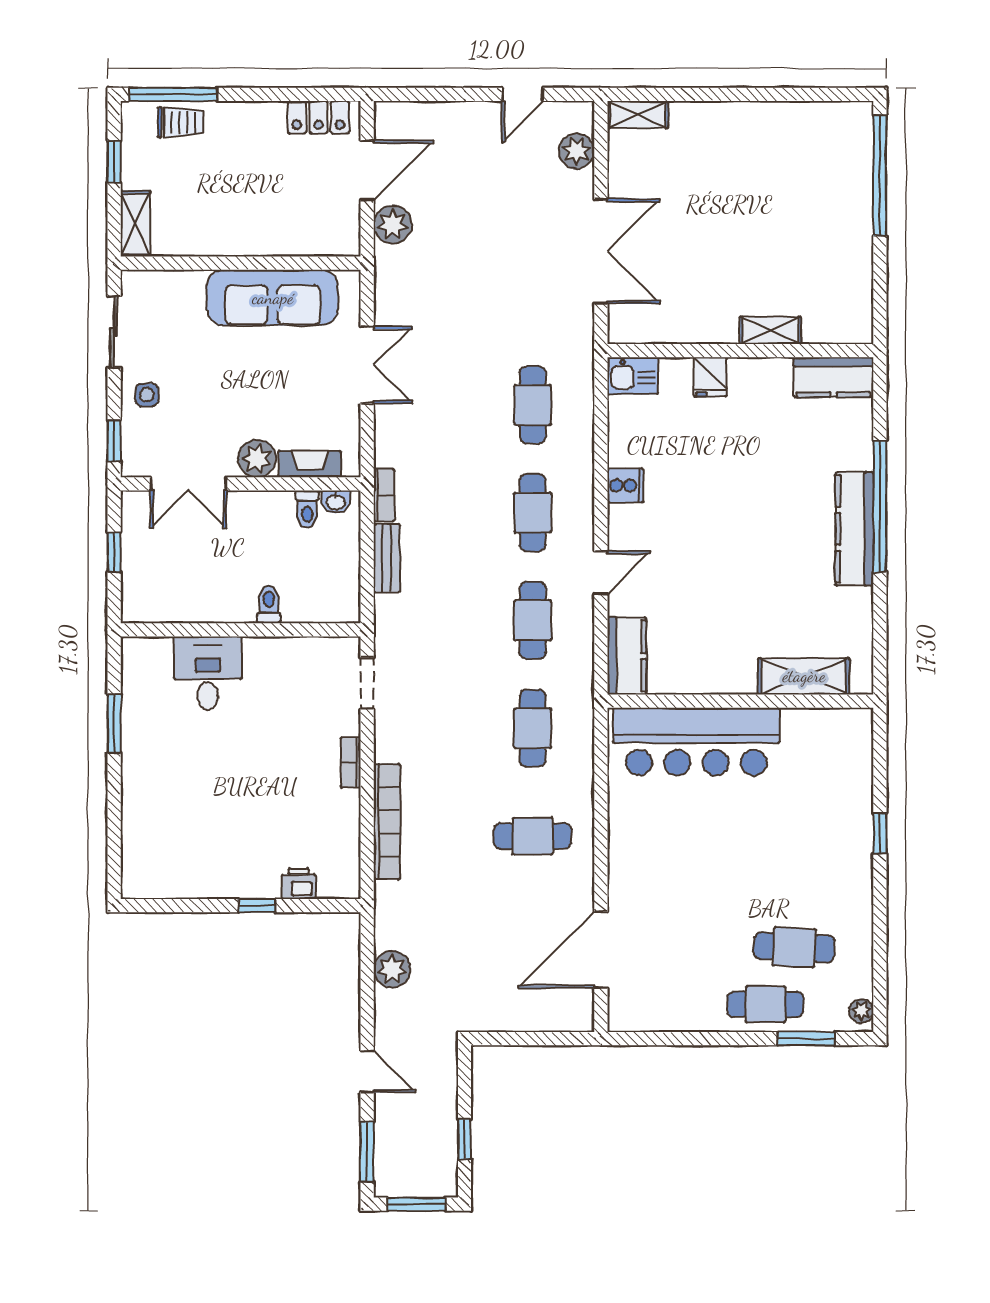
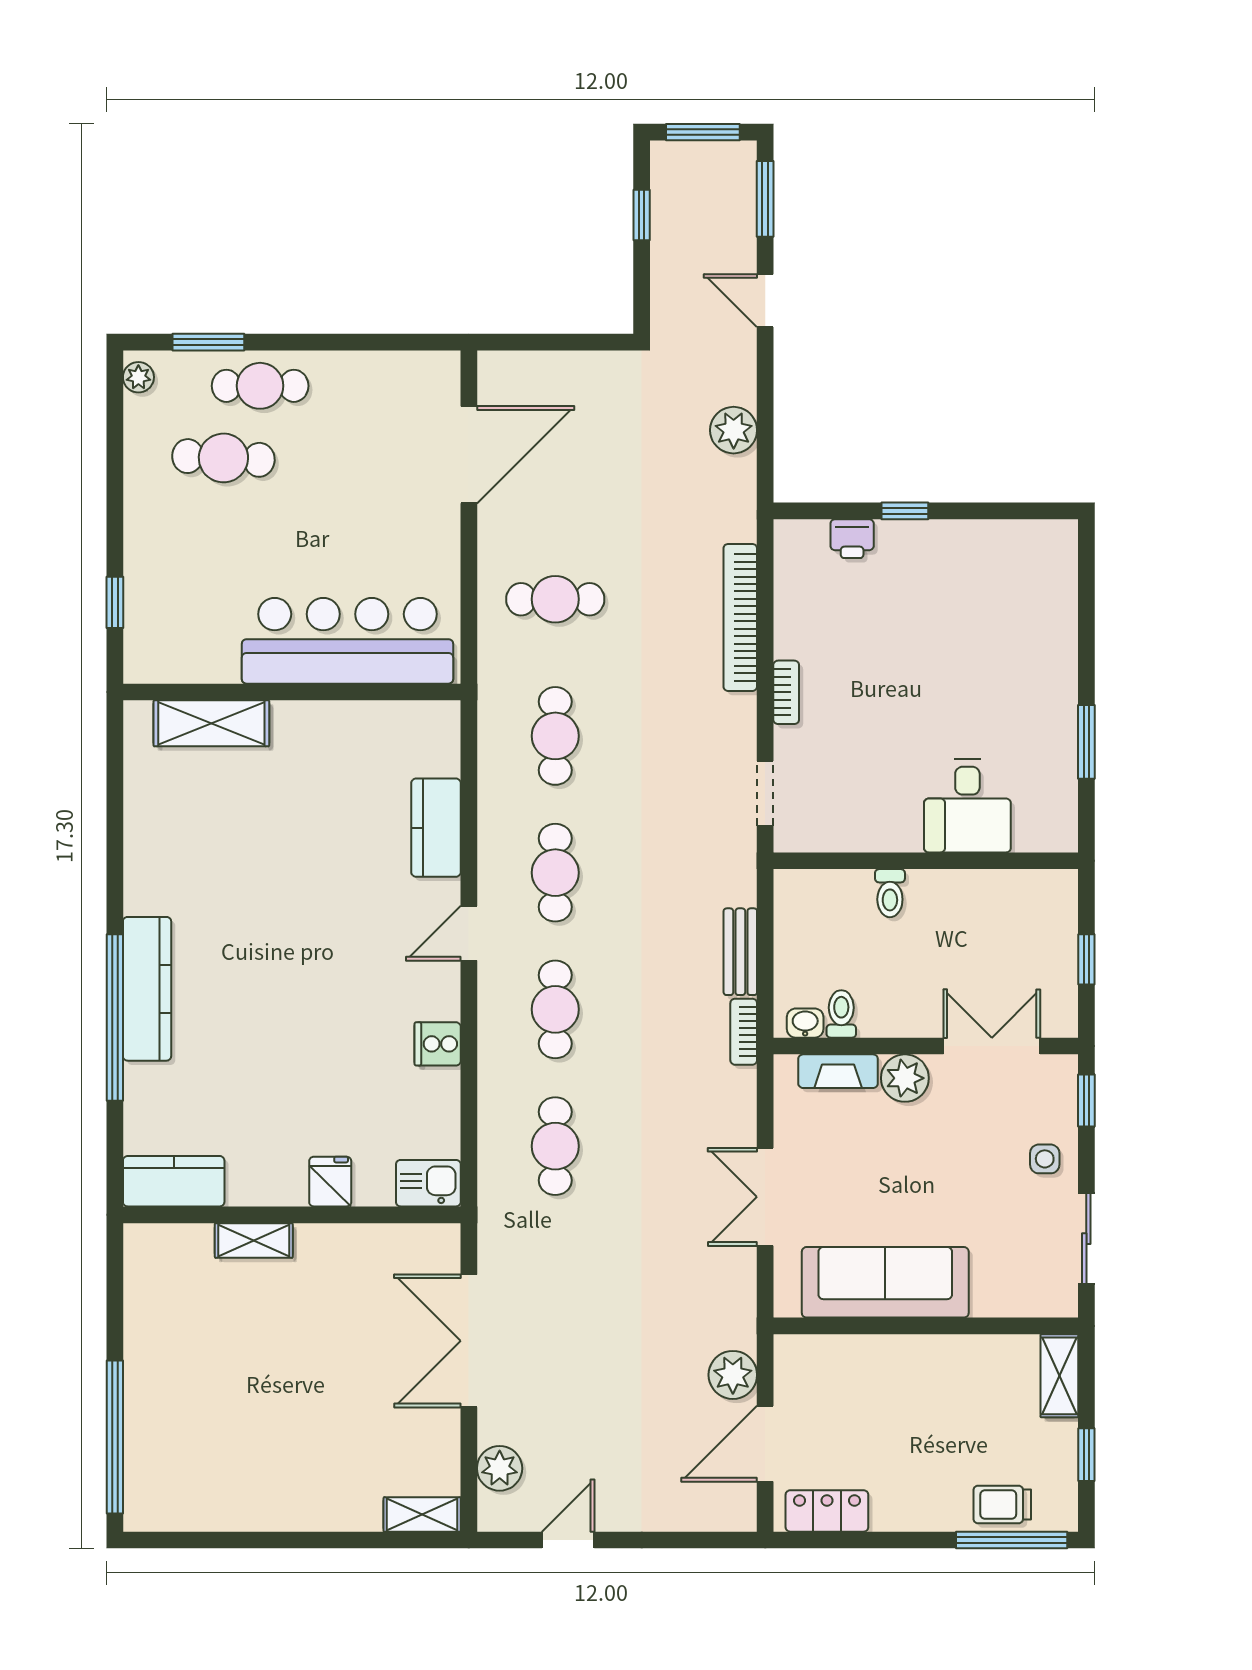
shelving: (804, 676) -> (211, 723), moved
wall: (740, 701) -> (292, 692), moved
bar counter: (696, 742) -> (348, 641), moved

